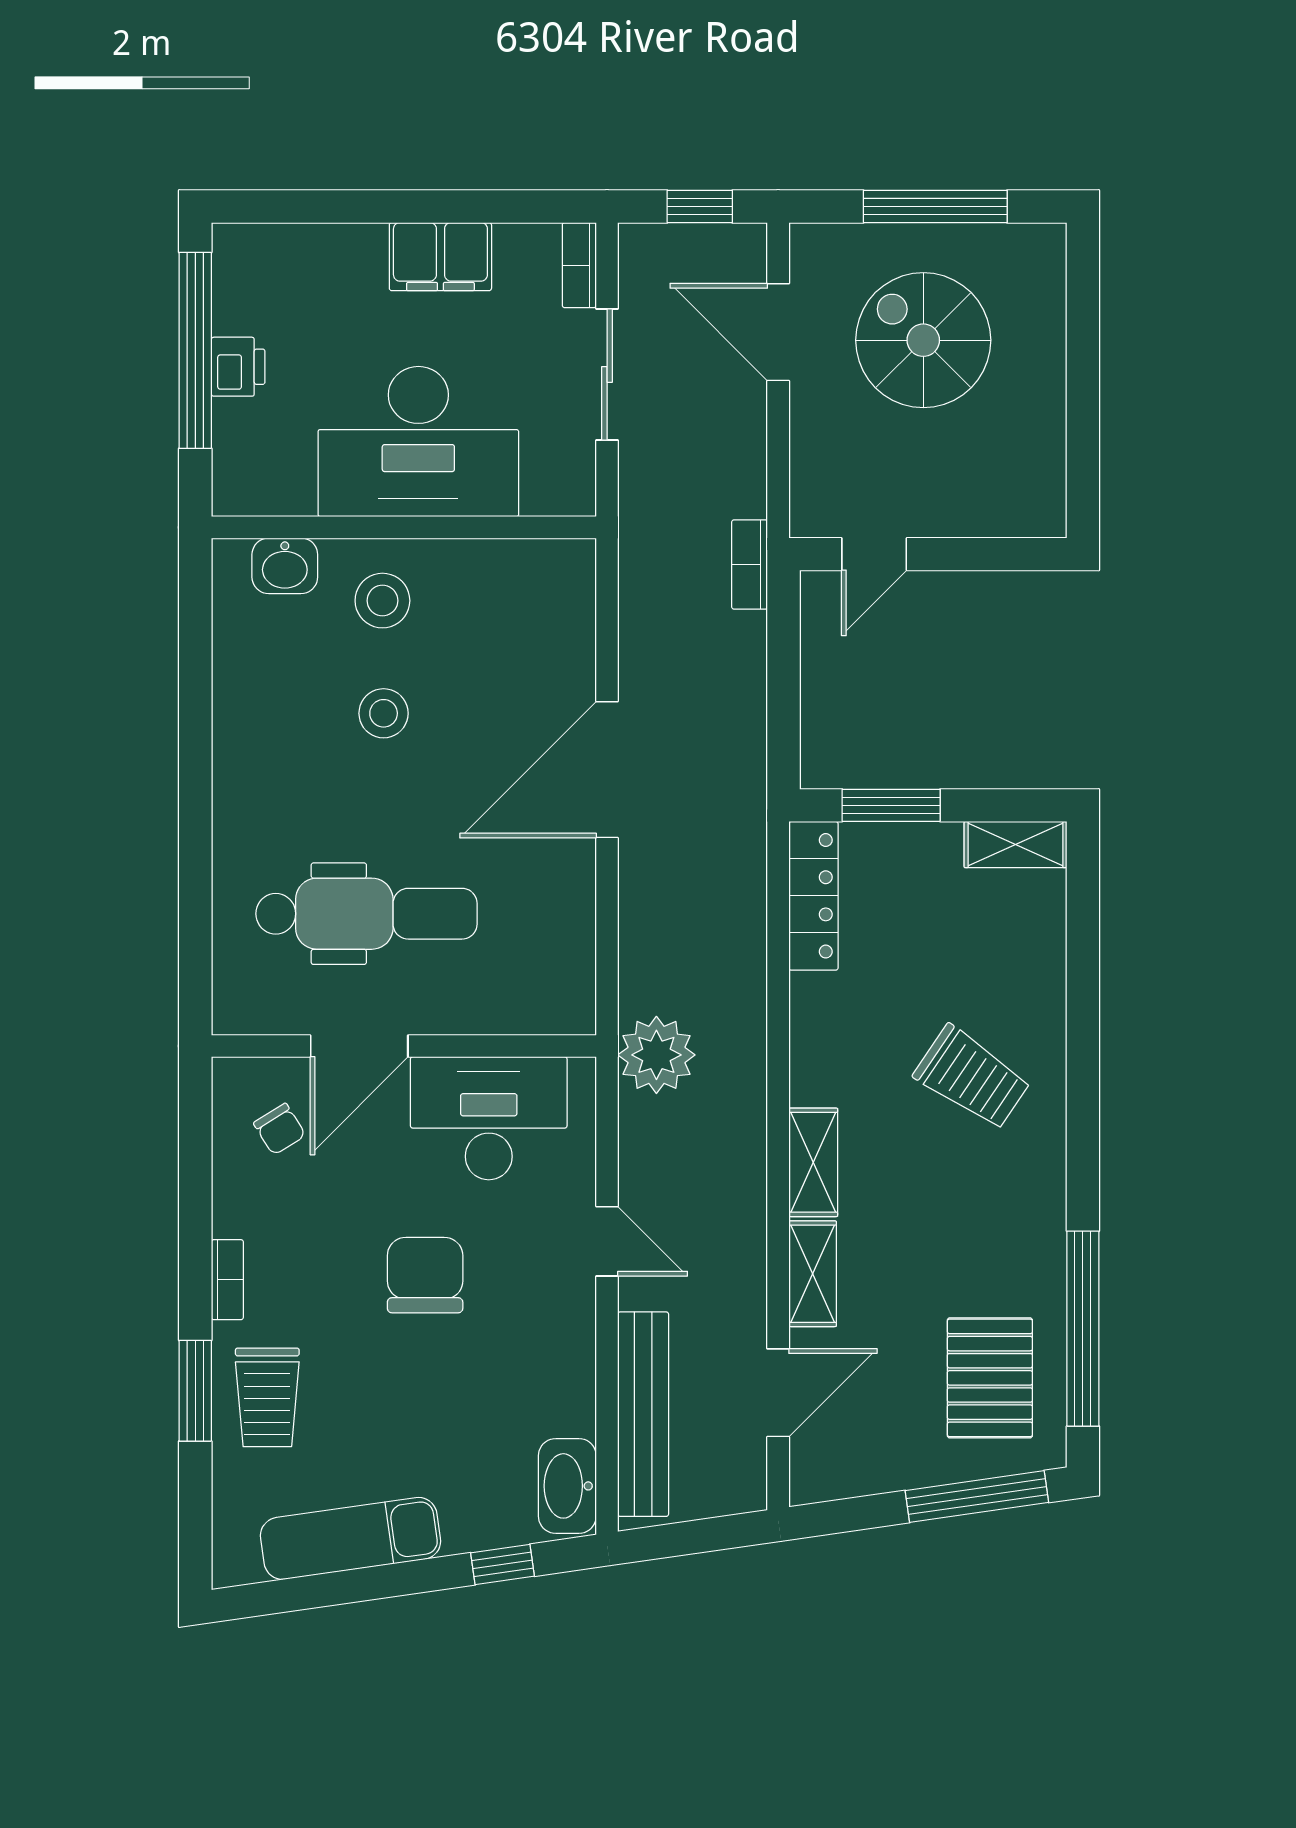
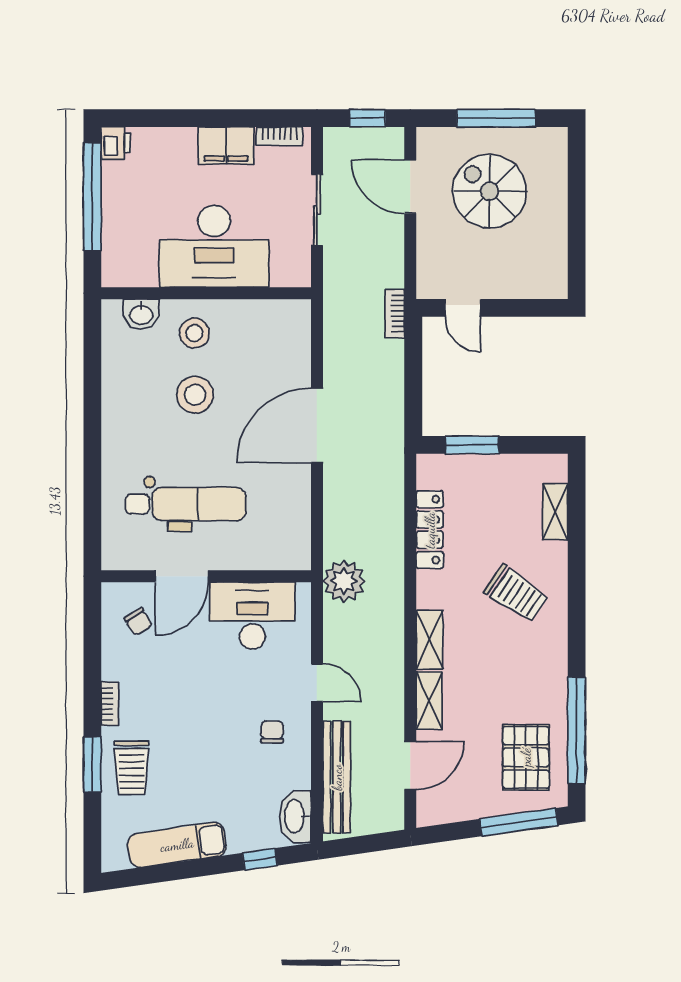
bookcase: (579, 265) -> (279, 136), moved, turned -90
printer: (238, 367) -> (116, 143), moved
door: (874, 554) -> (463, 308), hinge flipped
stool: (384, 713) -> (195, 395), width x1.38, depth x1.38
shelving: (1015, 845) -> (555, 512), moved, turned 90
locker: (813, 896) -> (430, 530), moved
chair: (425, 1275) -> (272, 732), moved, width x0.54, depth x0.54

